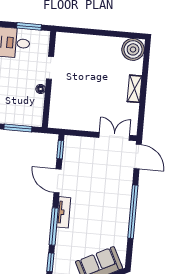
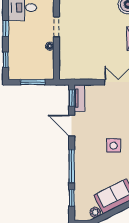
side table: (103, 208) -> (114, 146), added
tv unit: (64, 212) -> (79, 98), moved

